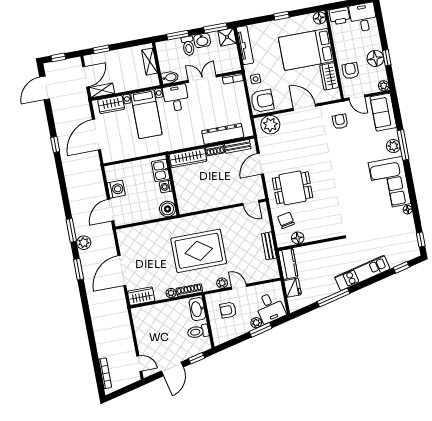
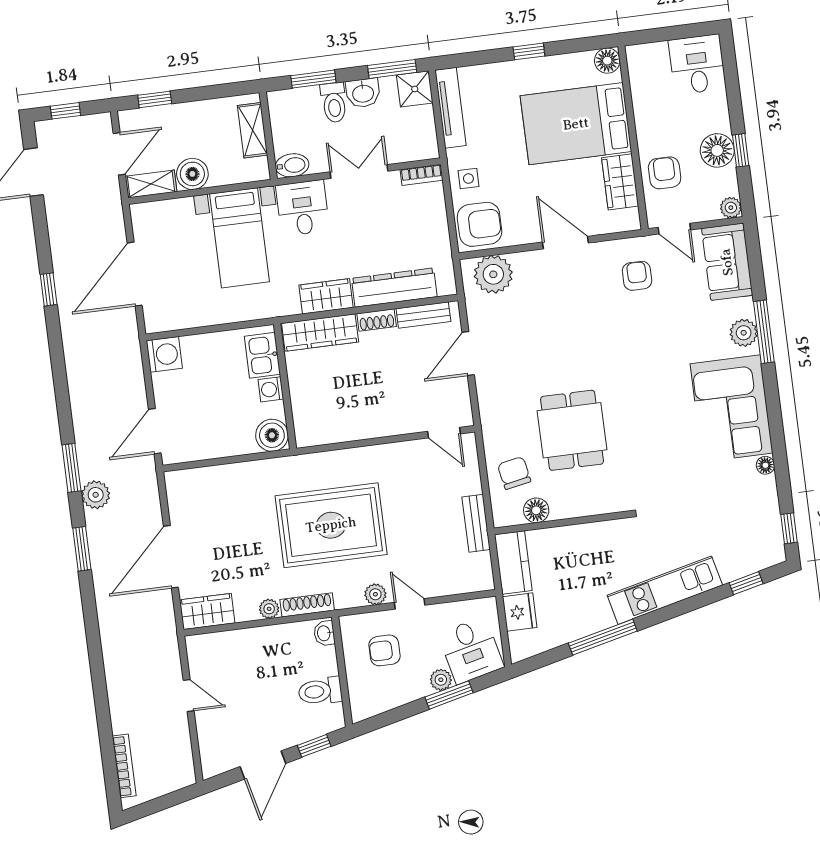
printer: (340, 16) -> (649, 59), removed
boiler: (122, 84) -> (192, 174), added
wardrobe: (111, 105) -> (326, 296), moved, turned 180
dining table: (293, 188) -> (572, 430), moved, turned 90
washing machine: (116, 189) -> (164, 354), moved
washbasin: (197, 309) -> (324, 633), width x0.52, depth x0.69
door: (139, 364) -> (189, 695), moved

